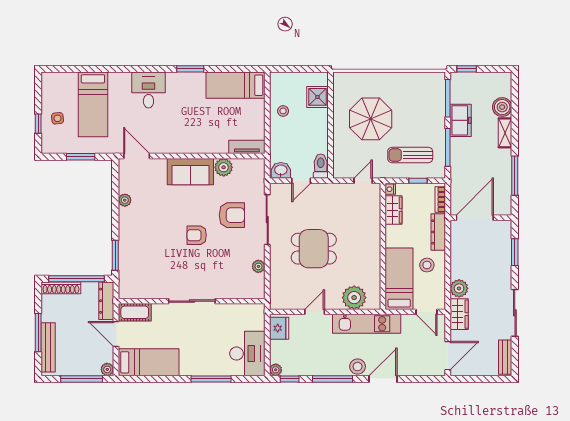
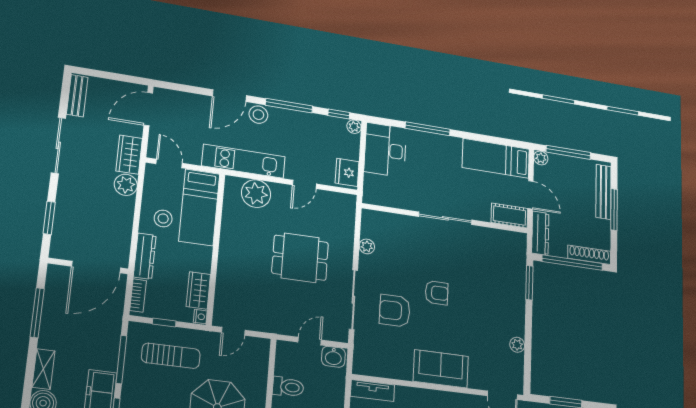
toilet: (321, 166) -> (288, 387), moved, turned -90
plant: (224, 167) -> (402, 369), removed

